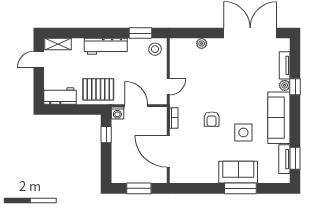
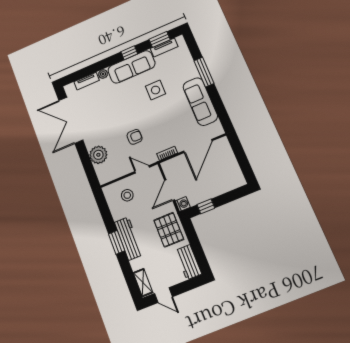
window: (140, 33) -> (117, 242), moved
plant: (202, 44) -> (98, 155), width x1.88, depth x1.88
stool: (155, 49) -> (127, 195), moved
window: (295, 87) -> (129, 53), moved
armchair: (212, 119) -> (135, 137), moved
sofa: (238, 172) -> (200, 102), moved, width x1.36
window: (139, 188) -> (241, 158), removed

